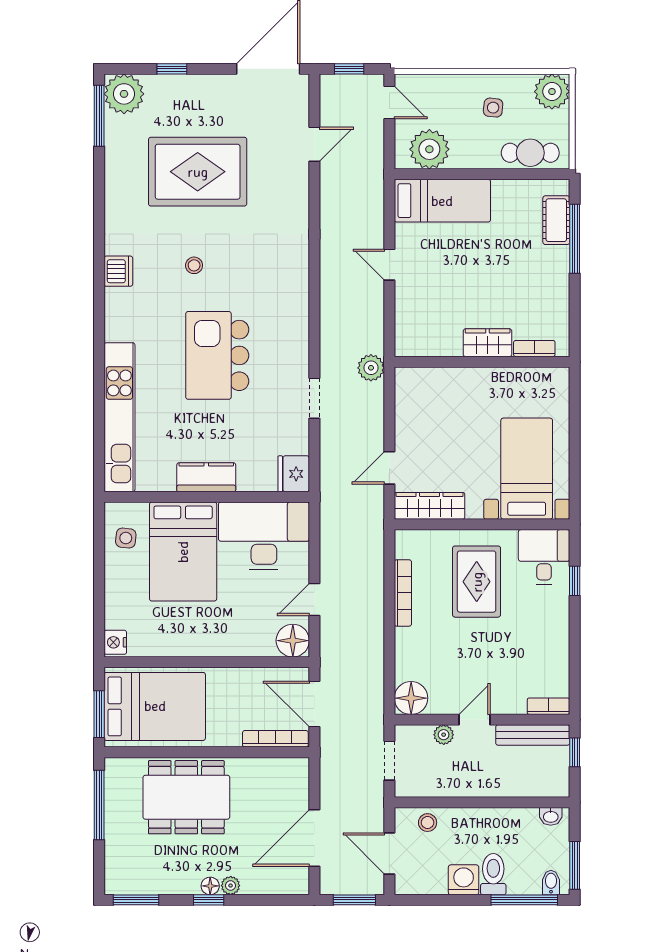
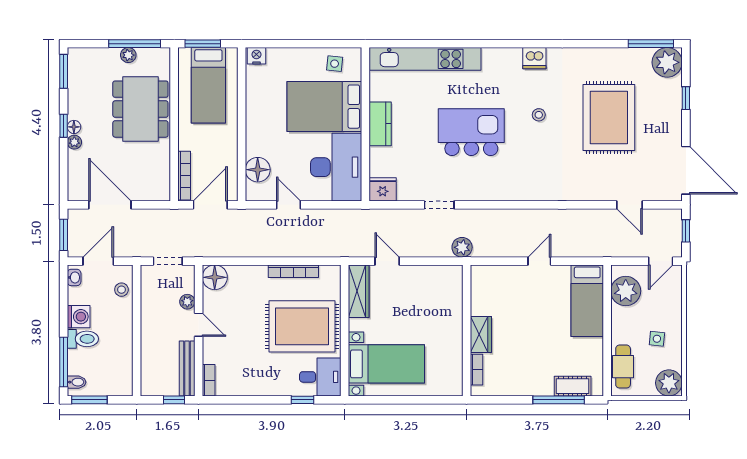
rug: (477, 582) -> (302, 326), width x1.37, depth x1.44
floor lamp: (293, 641) -> (258, 170), moved
bed: (155, 706) -> (208, 85), width x0.67
plant: (114, 813) -> (128, 55), added
washbasin: (551, 816) -> (74, 277), moved, turned 180

